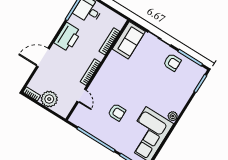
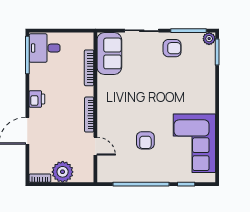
printer: (68, 37) -> (37, 99), width x0.53, depth x0.68
armchair: (117, 112) -> (145, 140), turned 90
plant: (173, 116) -> (209, 39), moved

